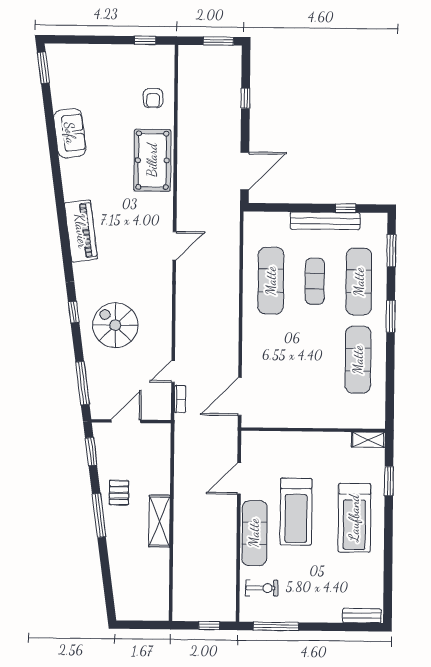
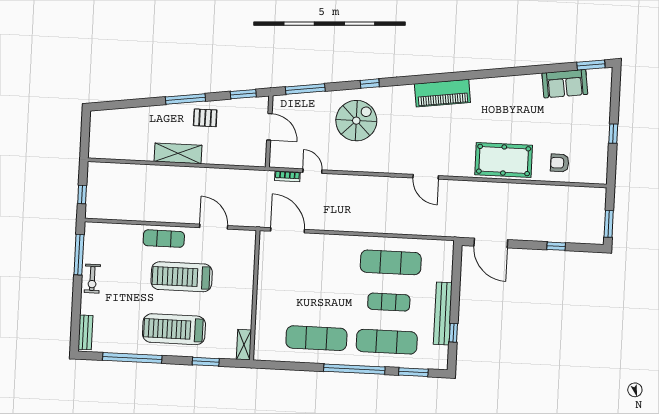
window: (145, 40) -> (613, 134), moved
sofa: (70, 133) -> (565, 84), moved
window: (391, 316) -> (354, 369), width x2.11
exercise mat: (254, 533) -> (164, 239), width x0.73, depth x0.69
window: (388, 563) -> (132, 358), added
exercise bike: (262, 588) -> (92, 279), moved

